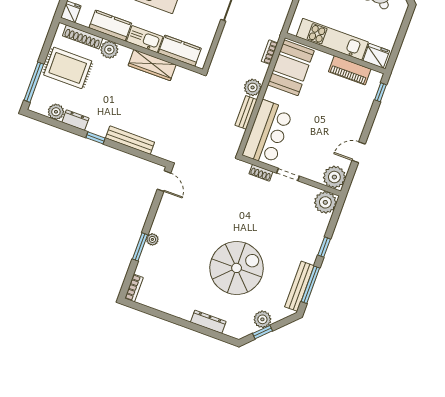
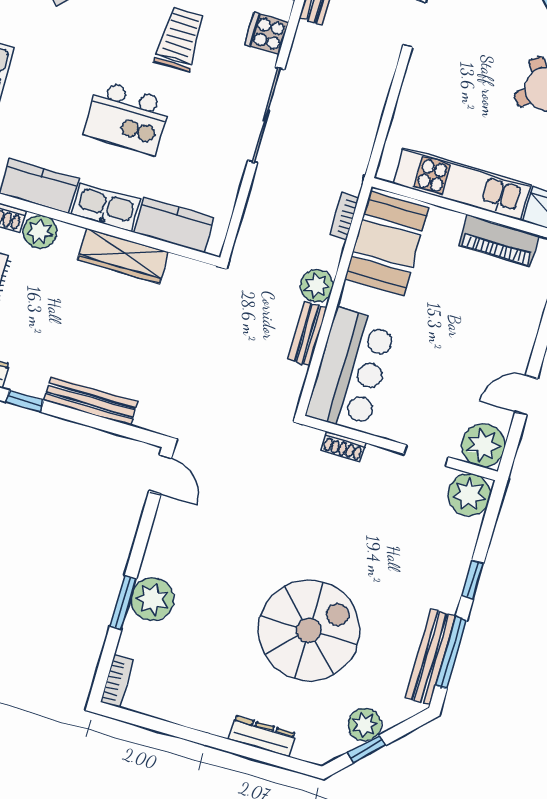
doorway: (288, 175) -> (426, 456), moved
plant: (152, 239) -> (152, 599), width x1.87, depth x1.87

